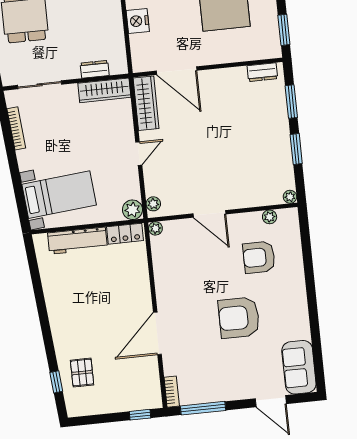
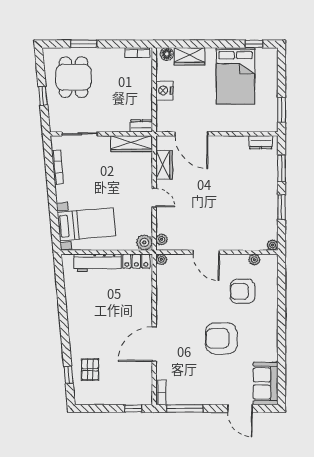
dresser: (95, 69) -> (141, 126), moved
wardrobe: (146, 103) -> (164, 165), width x0.67
door: (139, 154) -> (154, 198), hinge flipped

